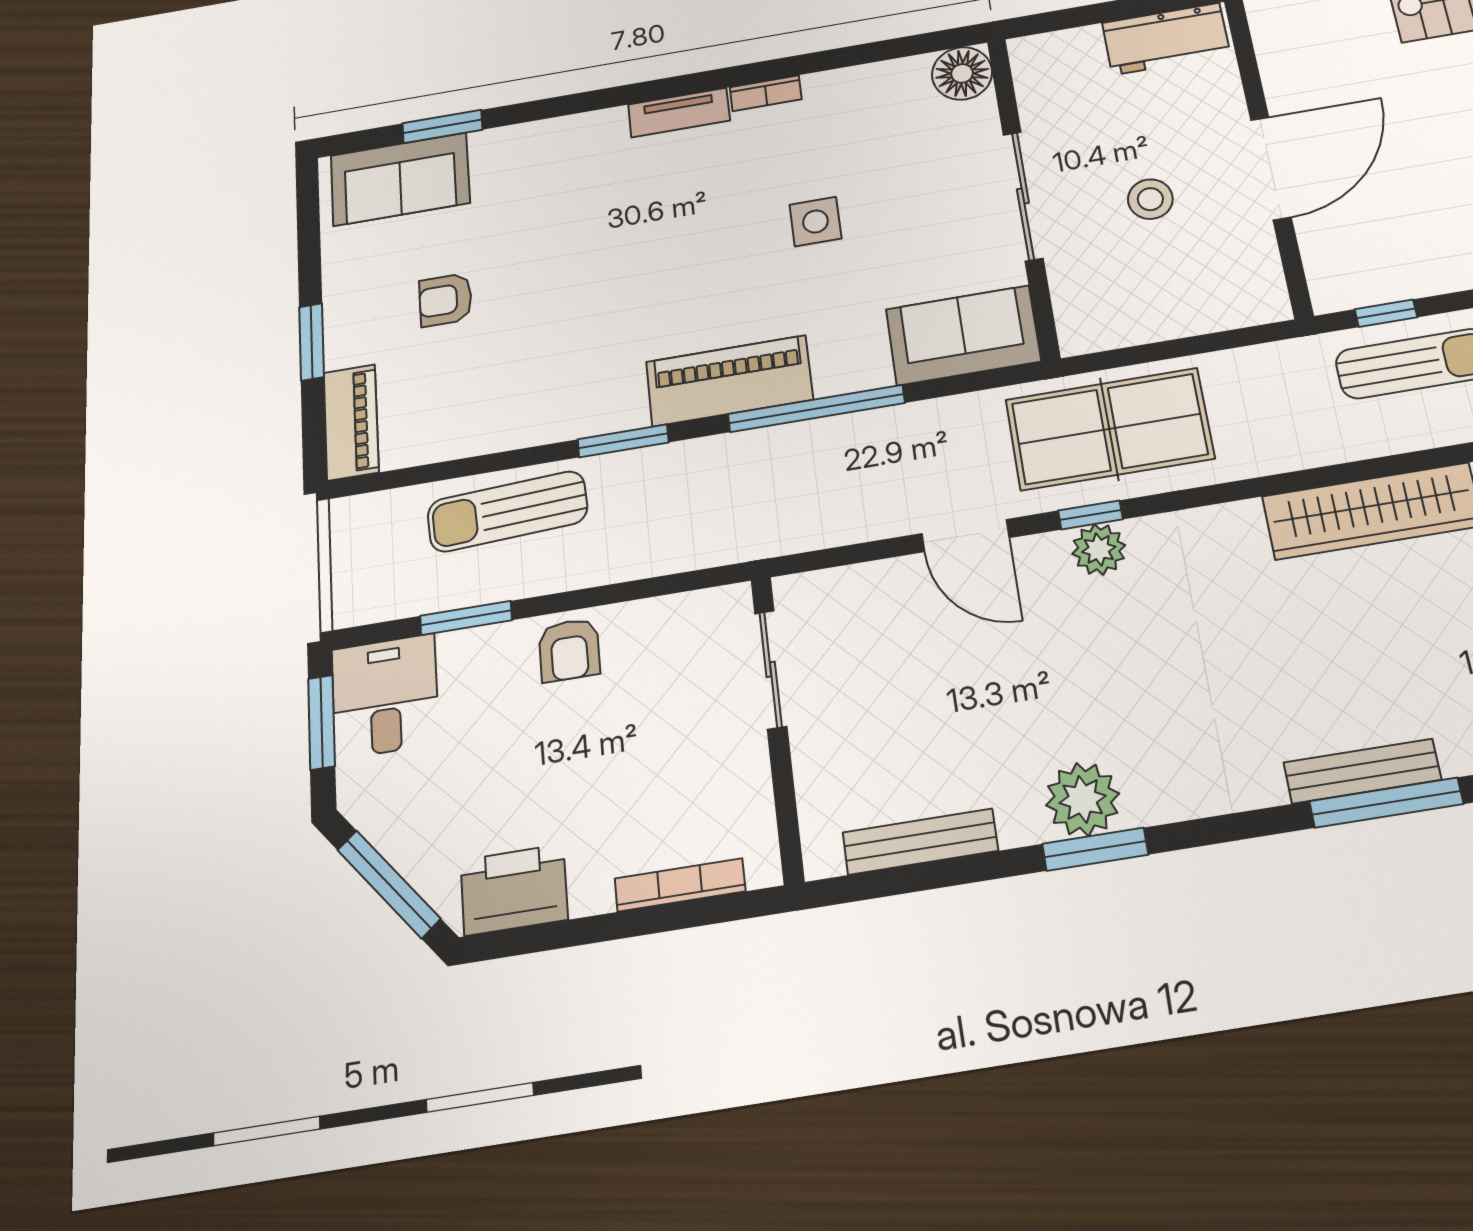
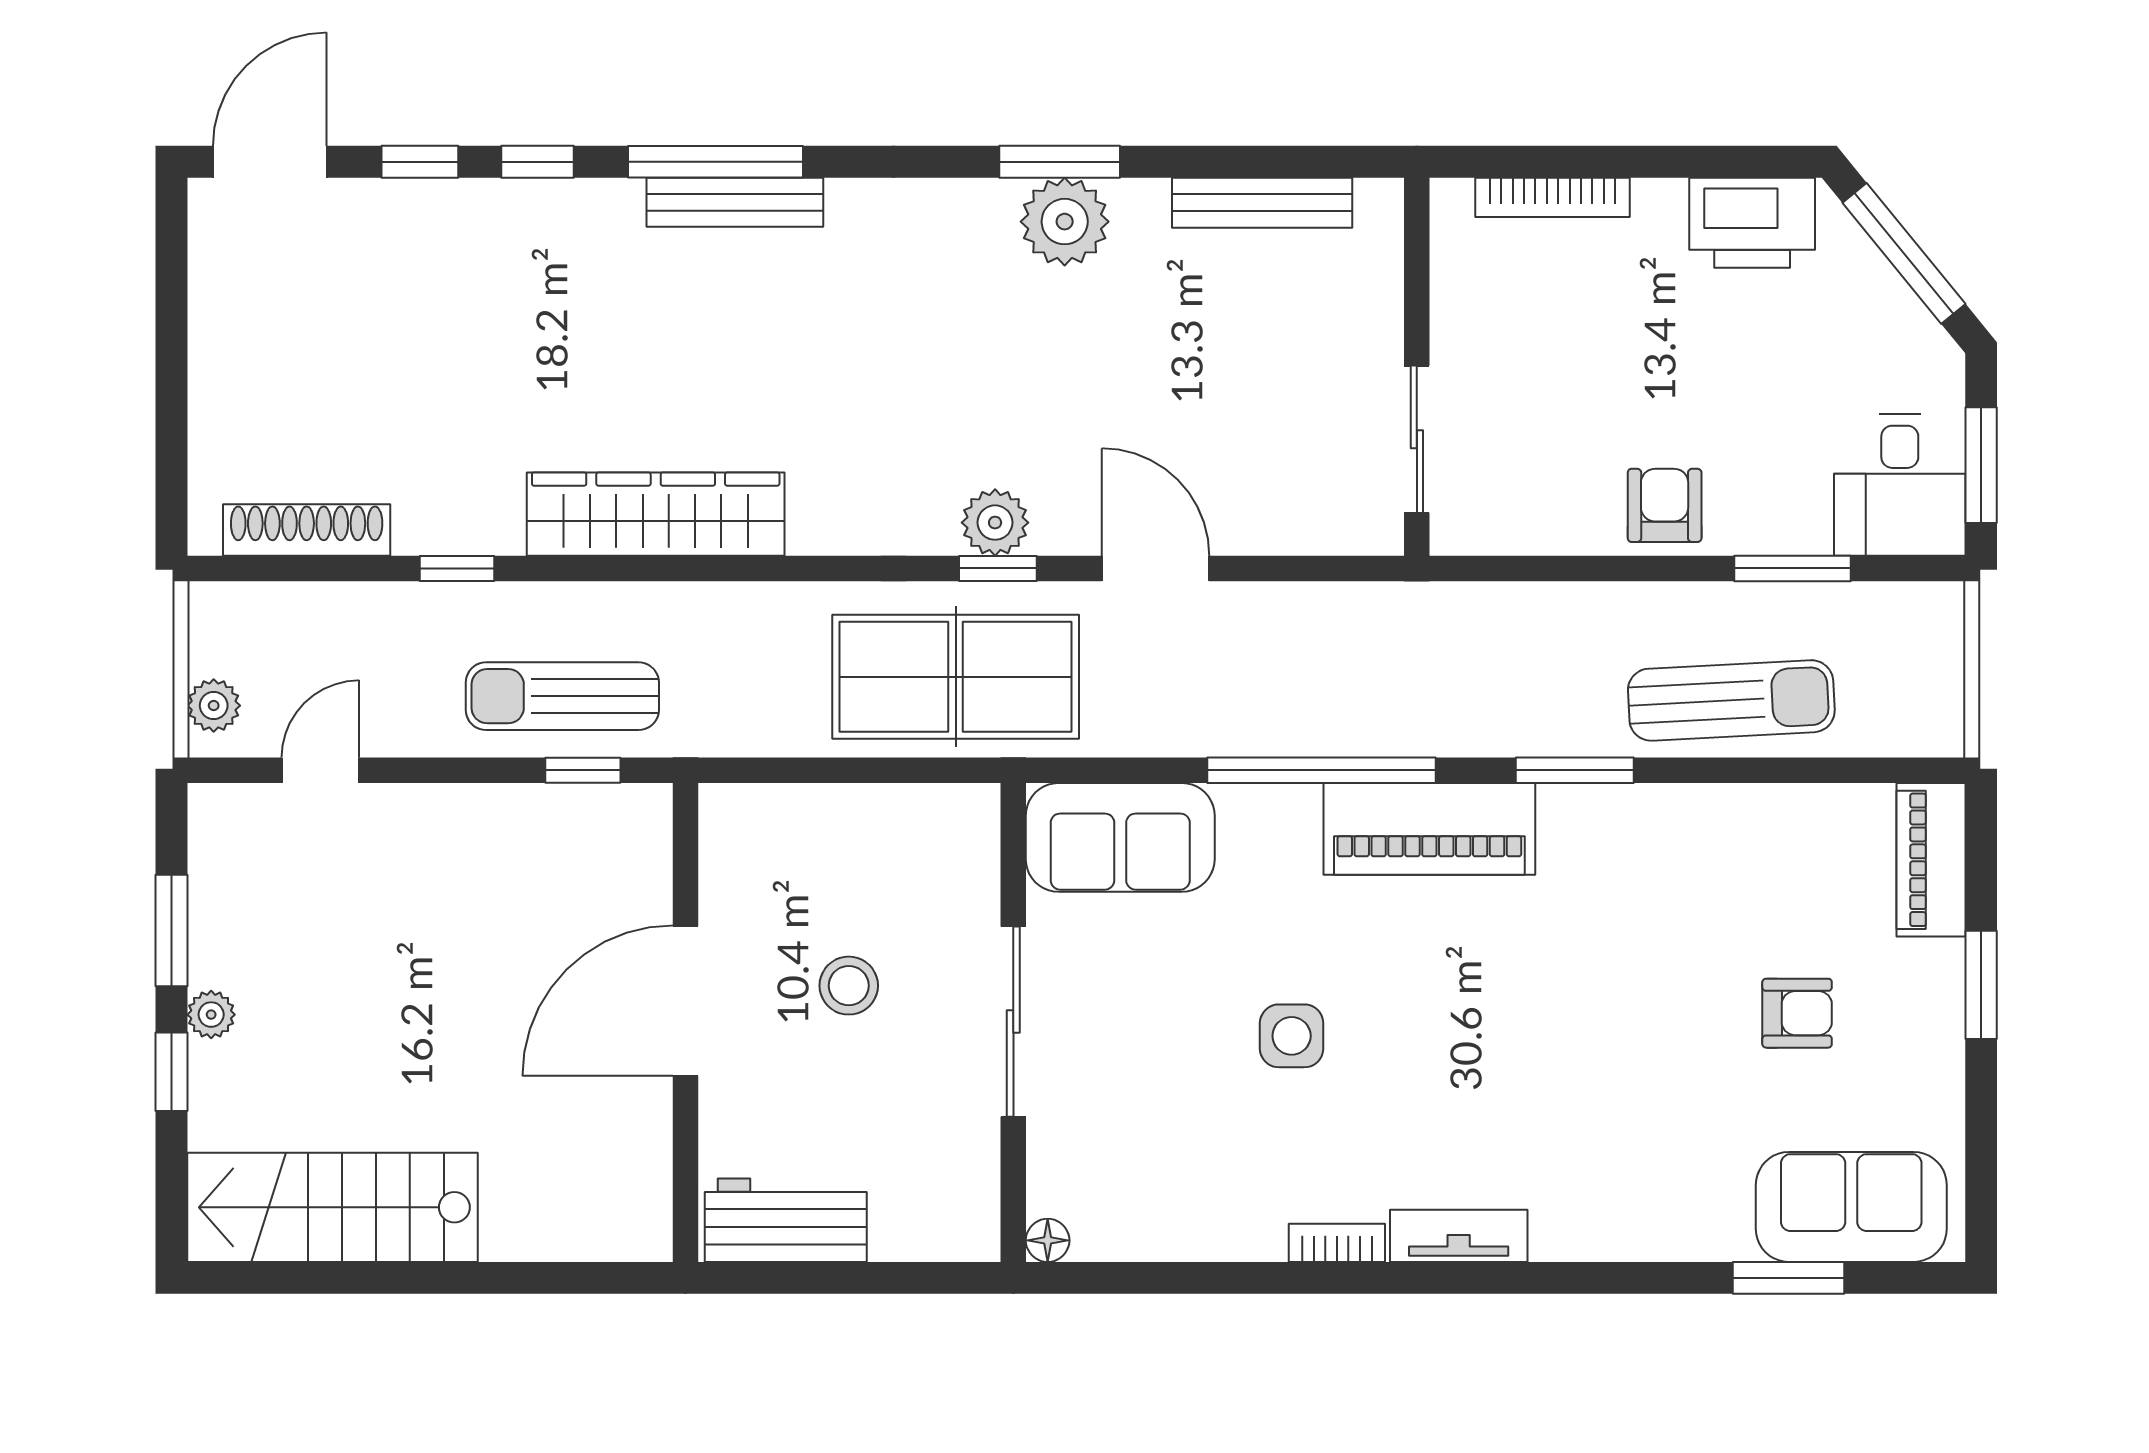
floor lamp: (962, 73) -> (1048, 1240), width x0.53, depth x0.53

